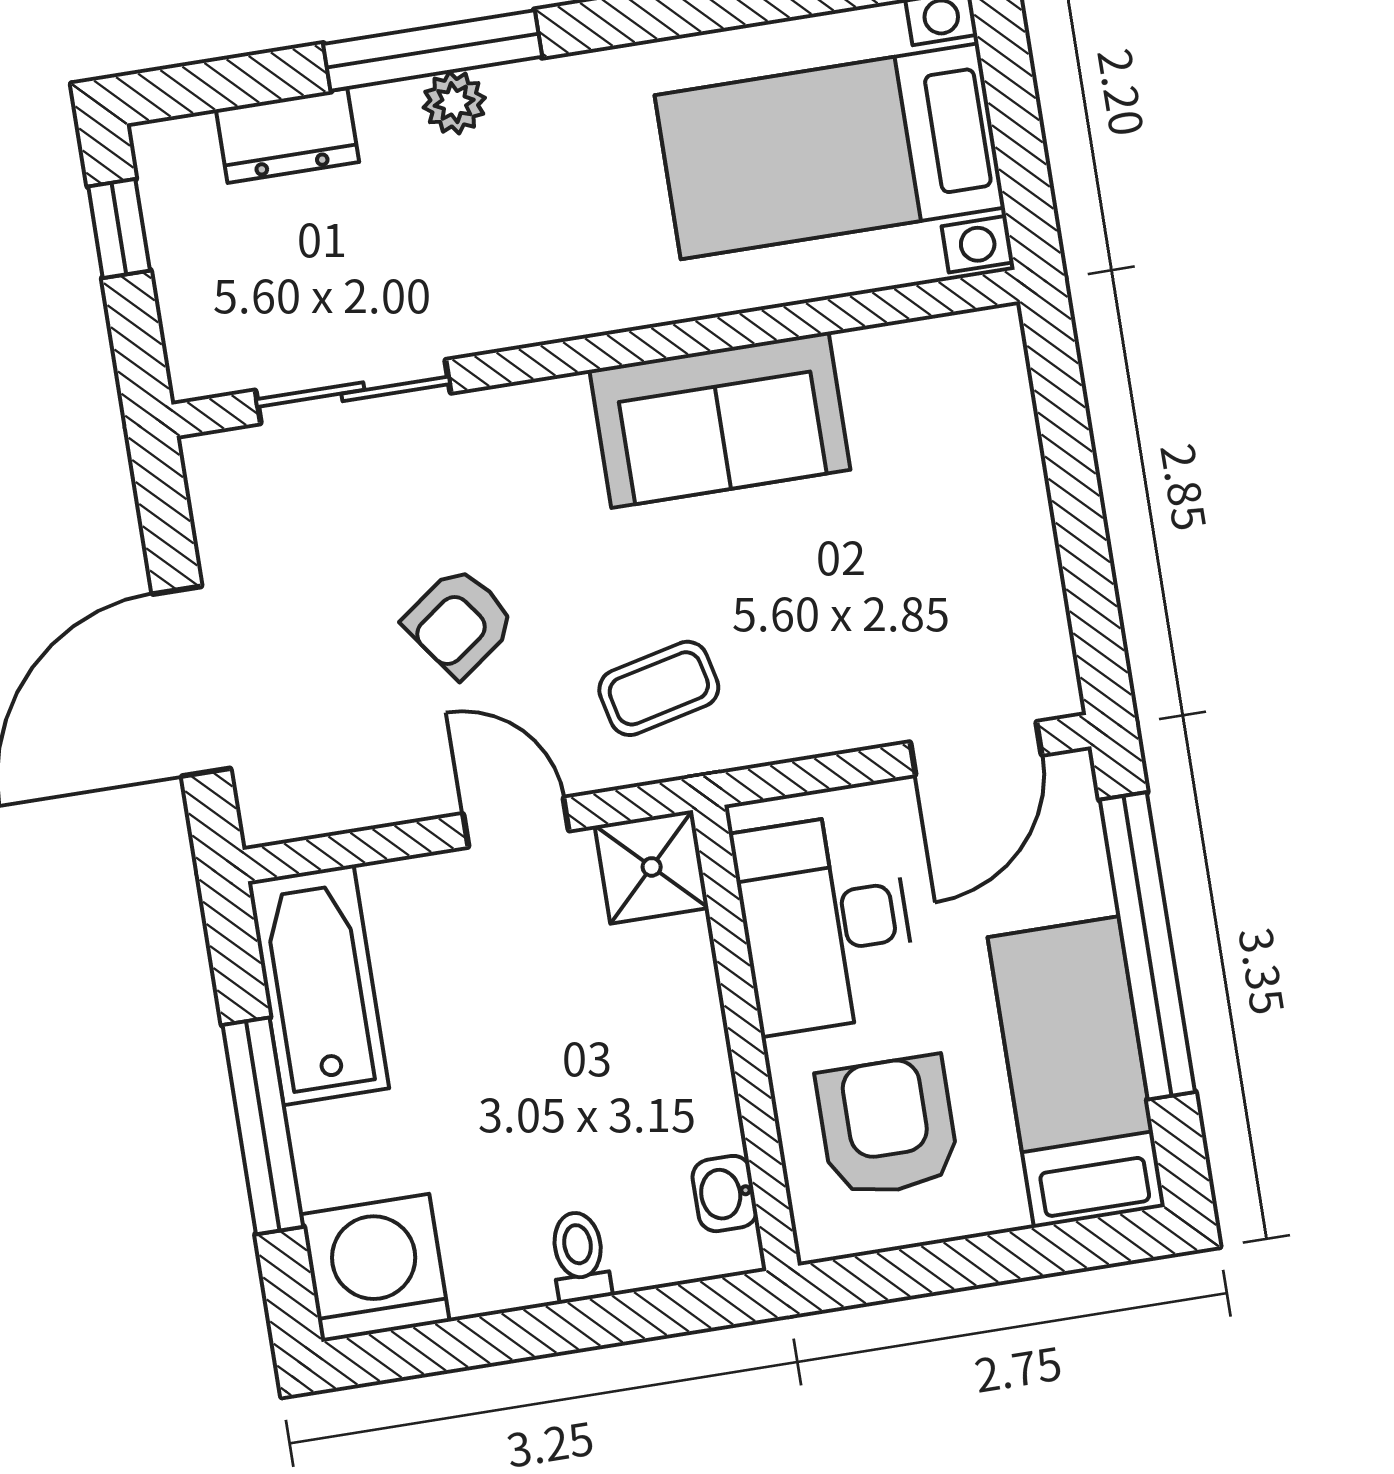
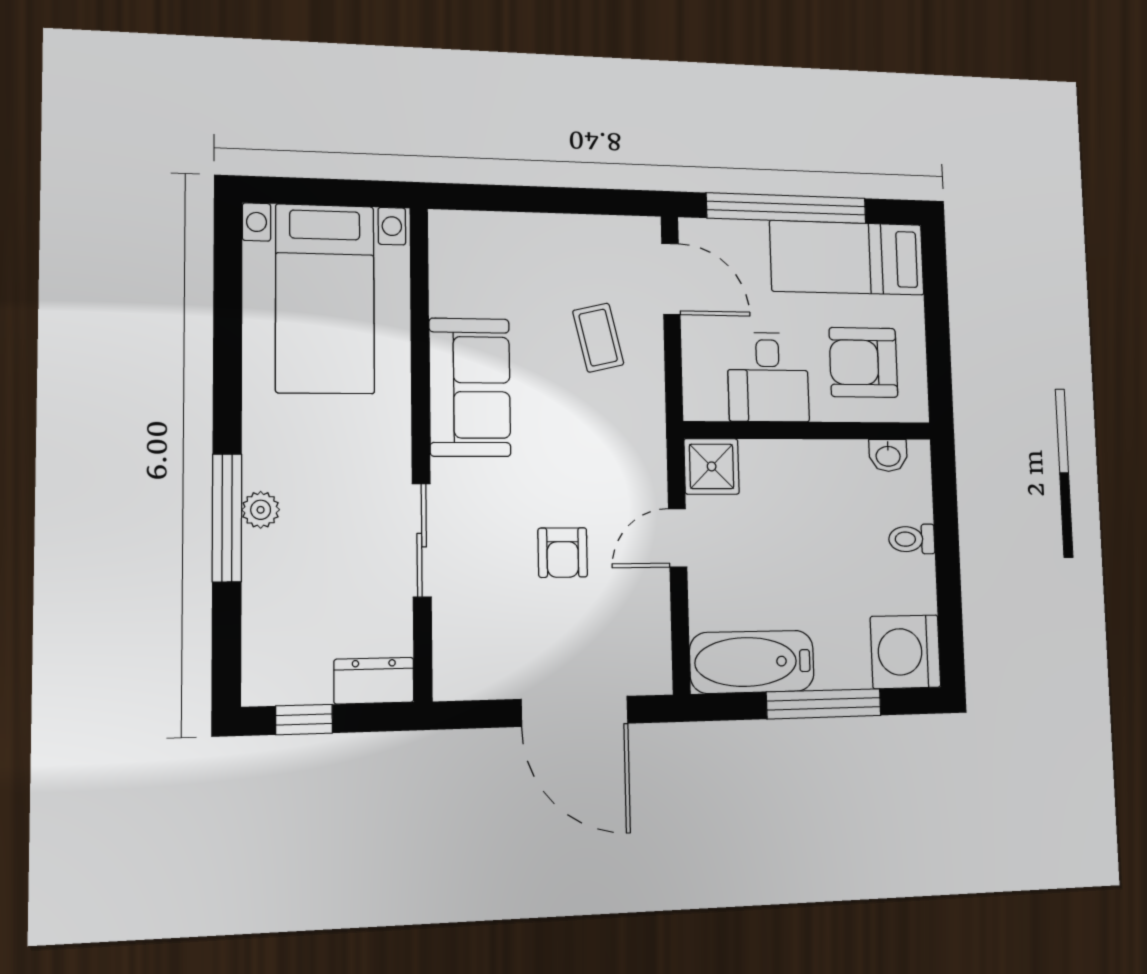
dresser: (287, 136) -> (374, 681), moved, turned -90
sliding door: (353, 392) -> (422, 540), moved
armchair: (459, 622) -> (563, 553), turned 36
coffee table: (659, 688) -> (598, 338), moved
desk: (825, 923) -> (768, 377), width x0.73

